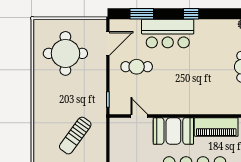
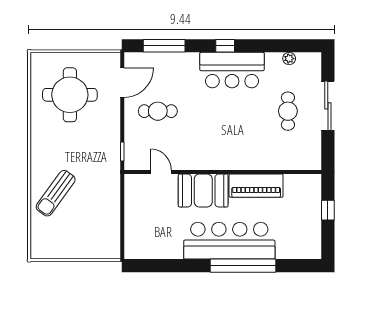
window: (142, 14) -> (164, 46), width x1.44
bar counter: (168, 33) -> (232, 70), moved
sun lounger: (75, 136) -> (56, 193), moved

